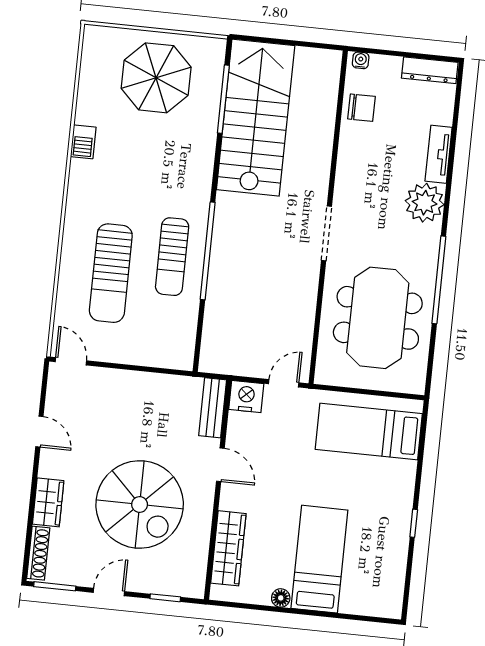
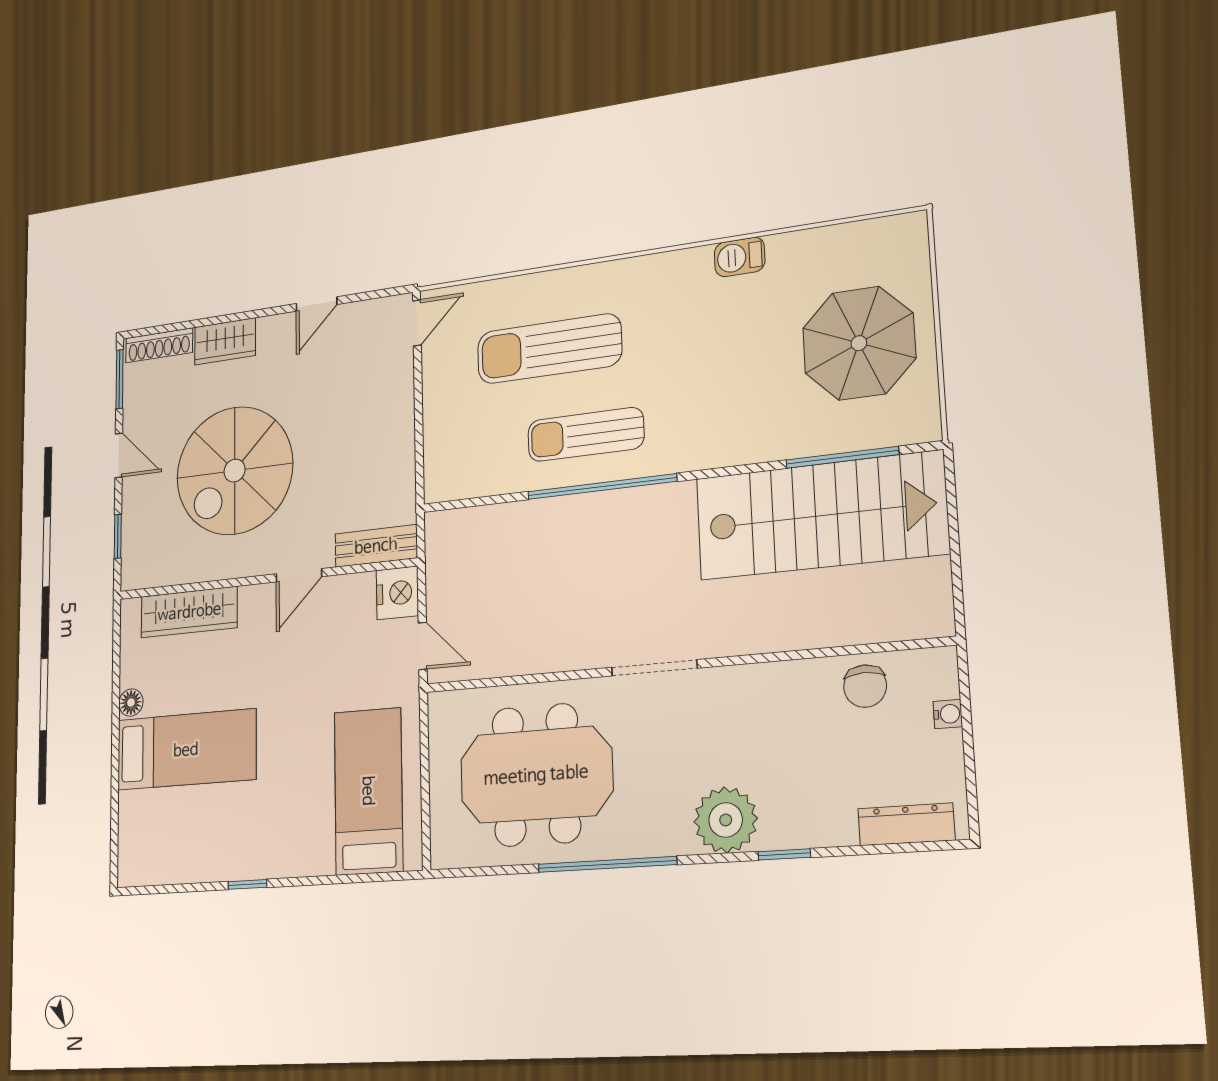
water cooler: (361, 60) -> (948, 714), moved
dresser: (430, 70) -> (906, 824), moved, turned 90
tv unit: (439, 154) -> (808, 830), removed
window: (450, 171) -> (784, 854), added

